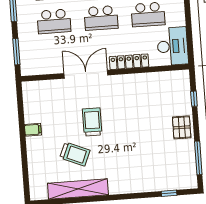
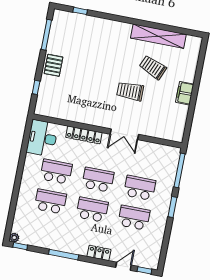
window: (16, 52) -> (180, 170), width x1.44
double door: (86, 74) -> (124, 134), width x0.73
trolley: (92, 122) -> (130, 91), turned 90
filing cabinet: (33, 130) -> (185, 93), width x2.00

